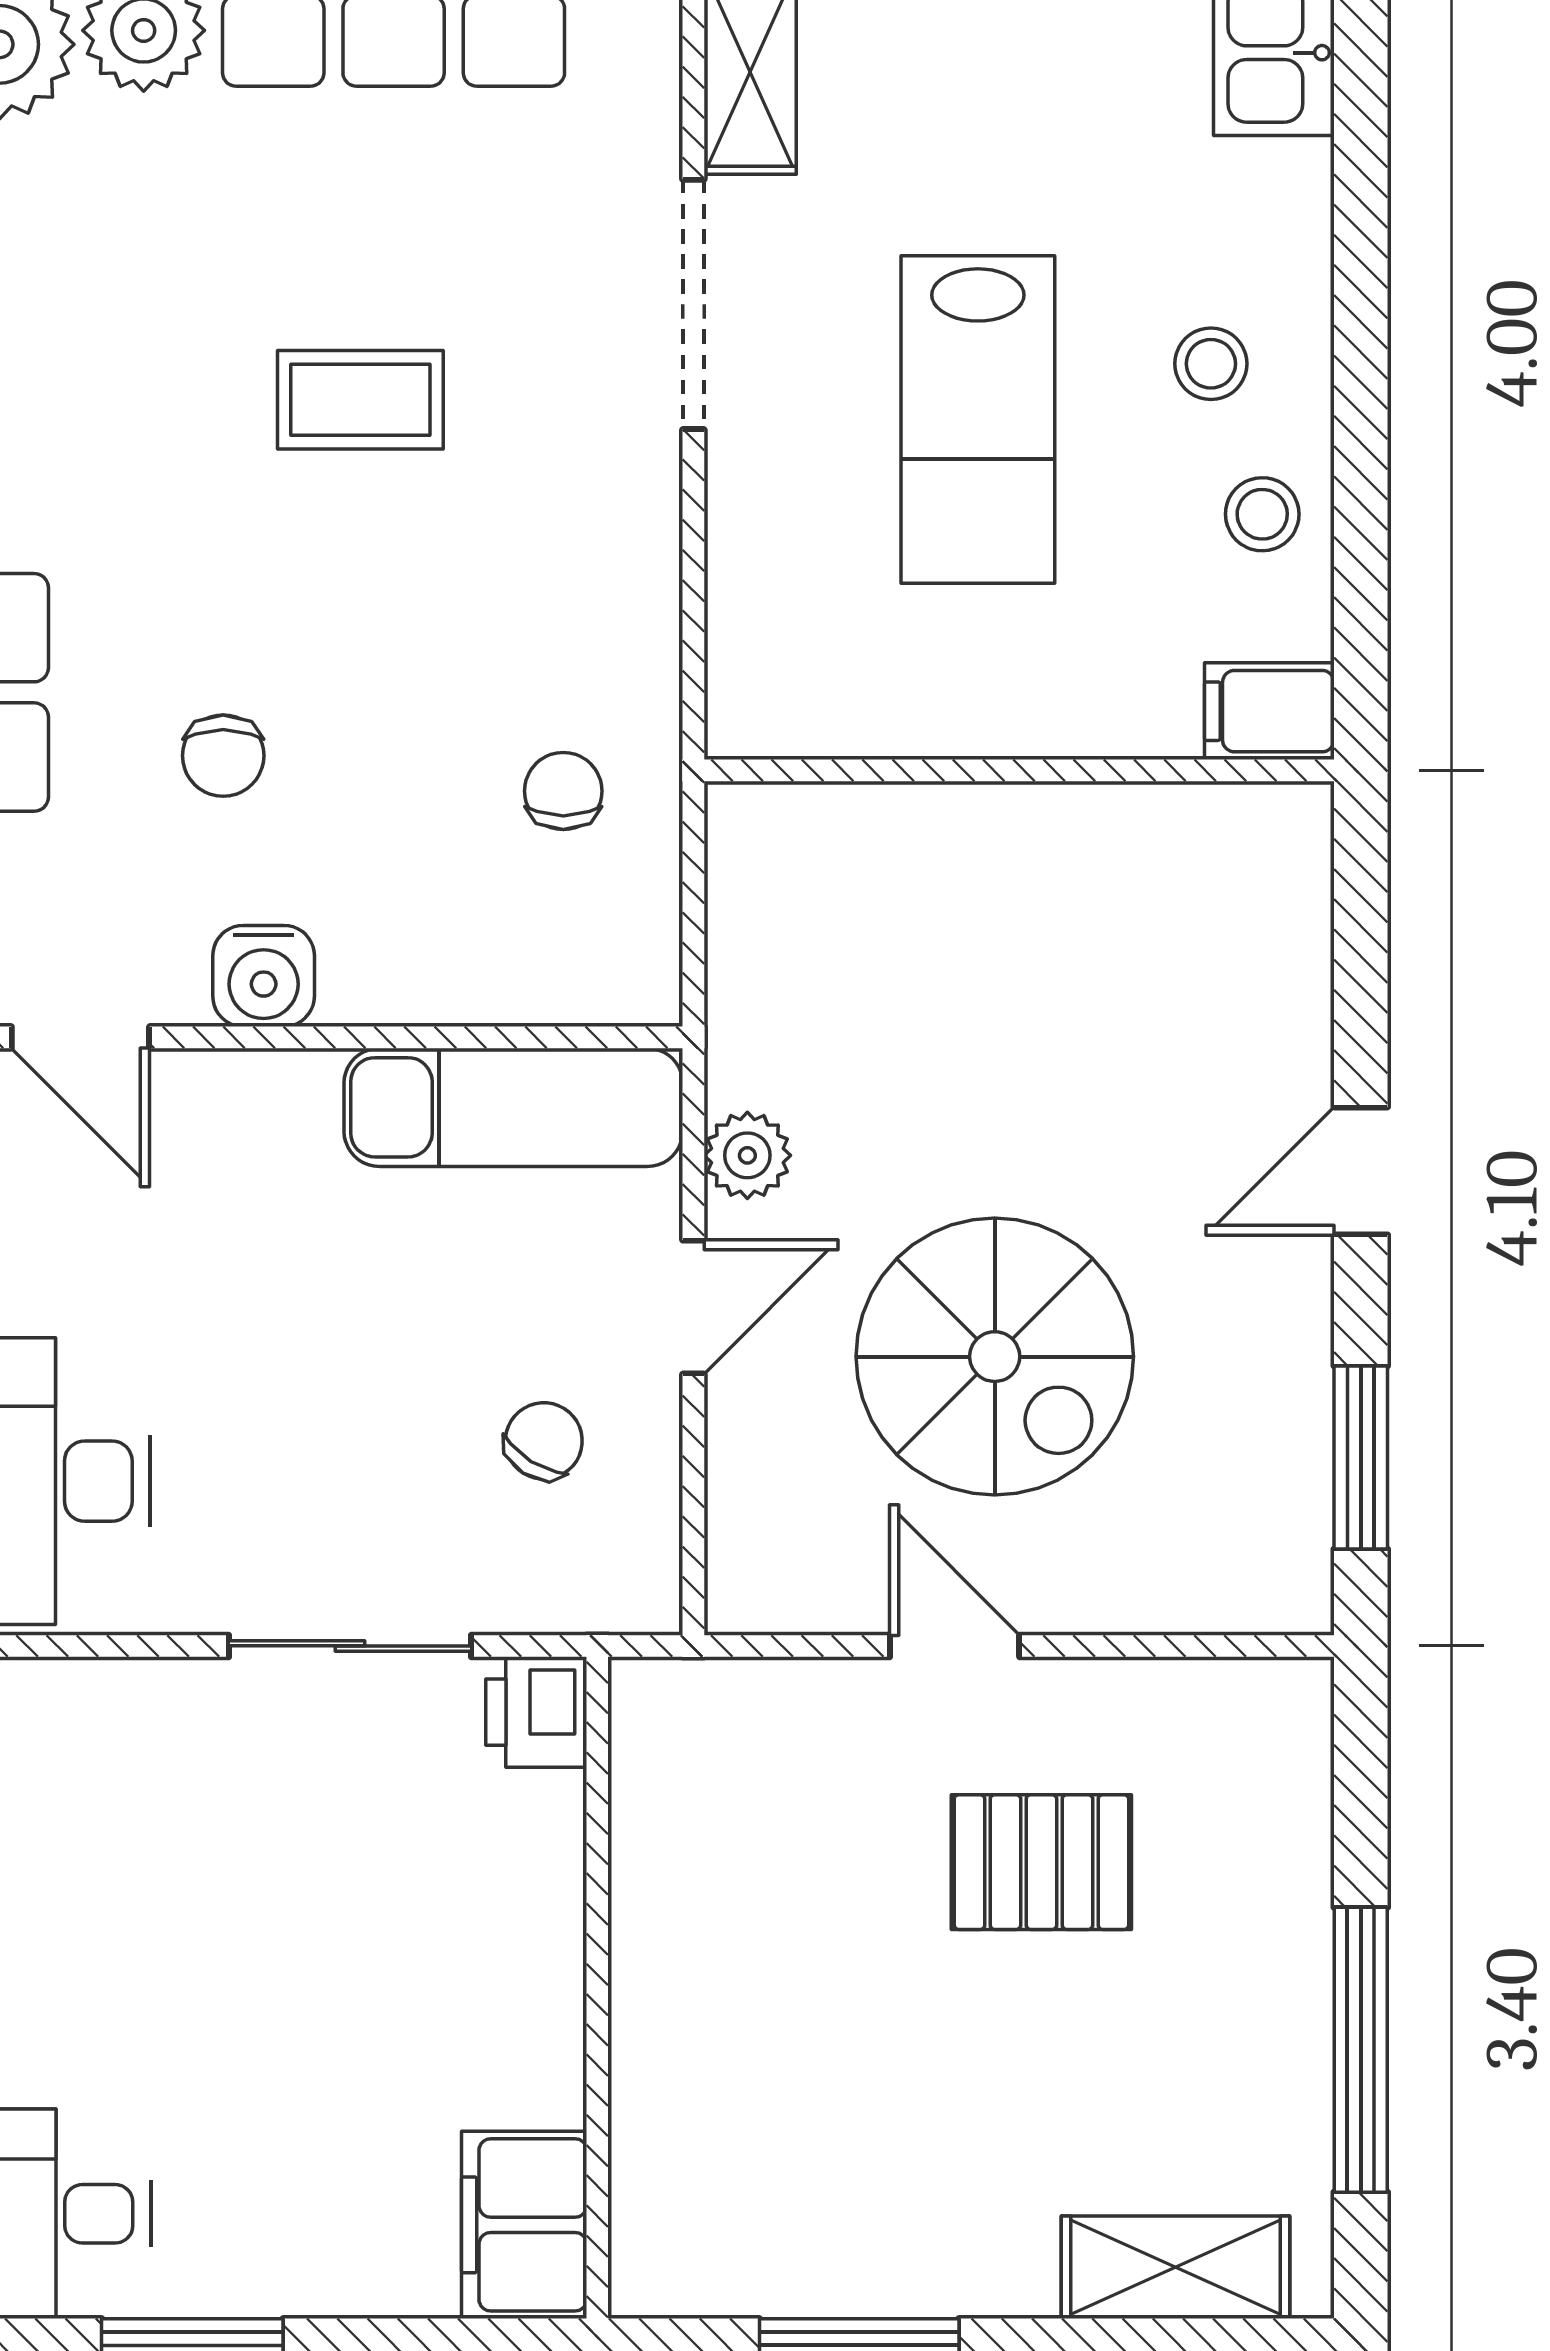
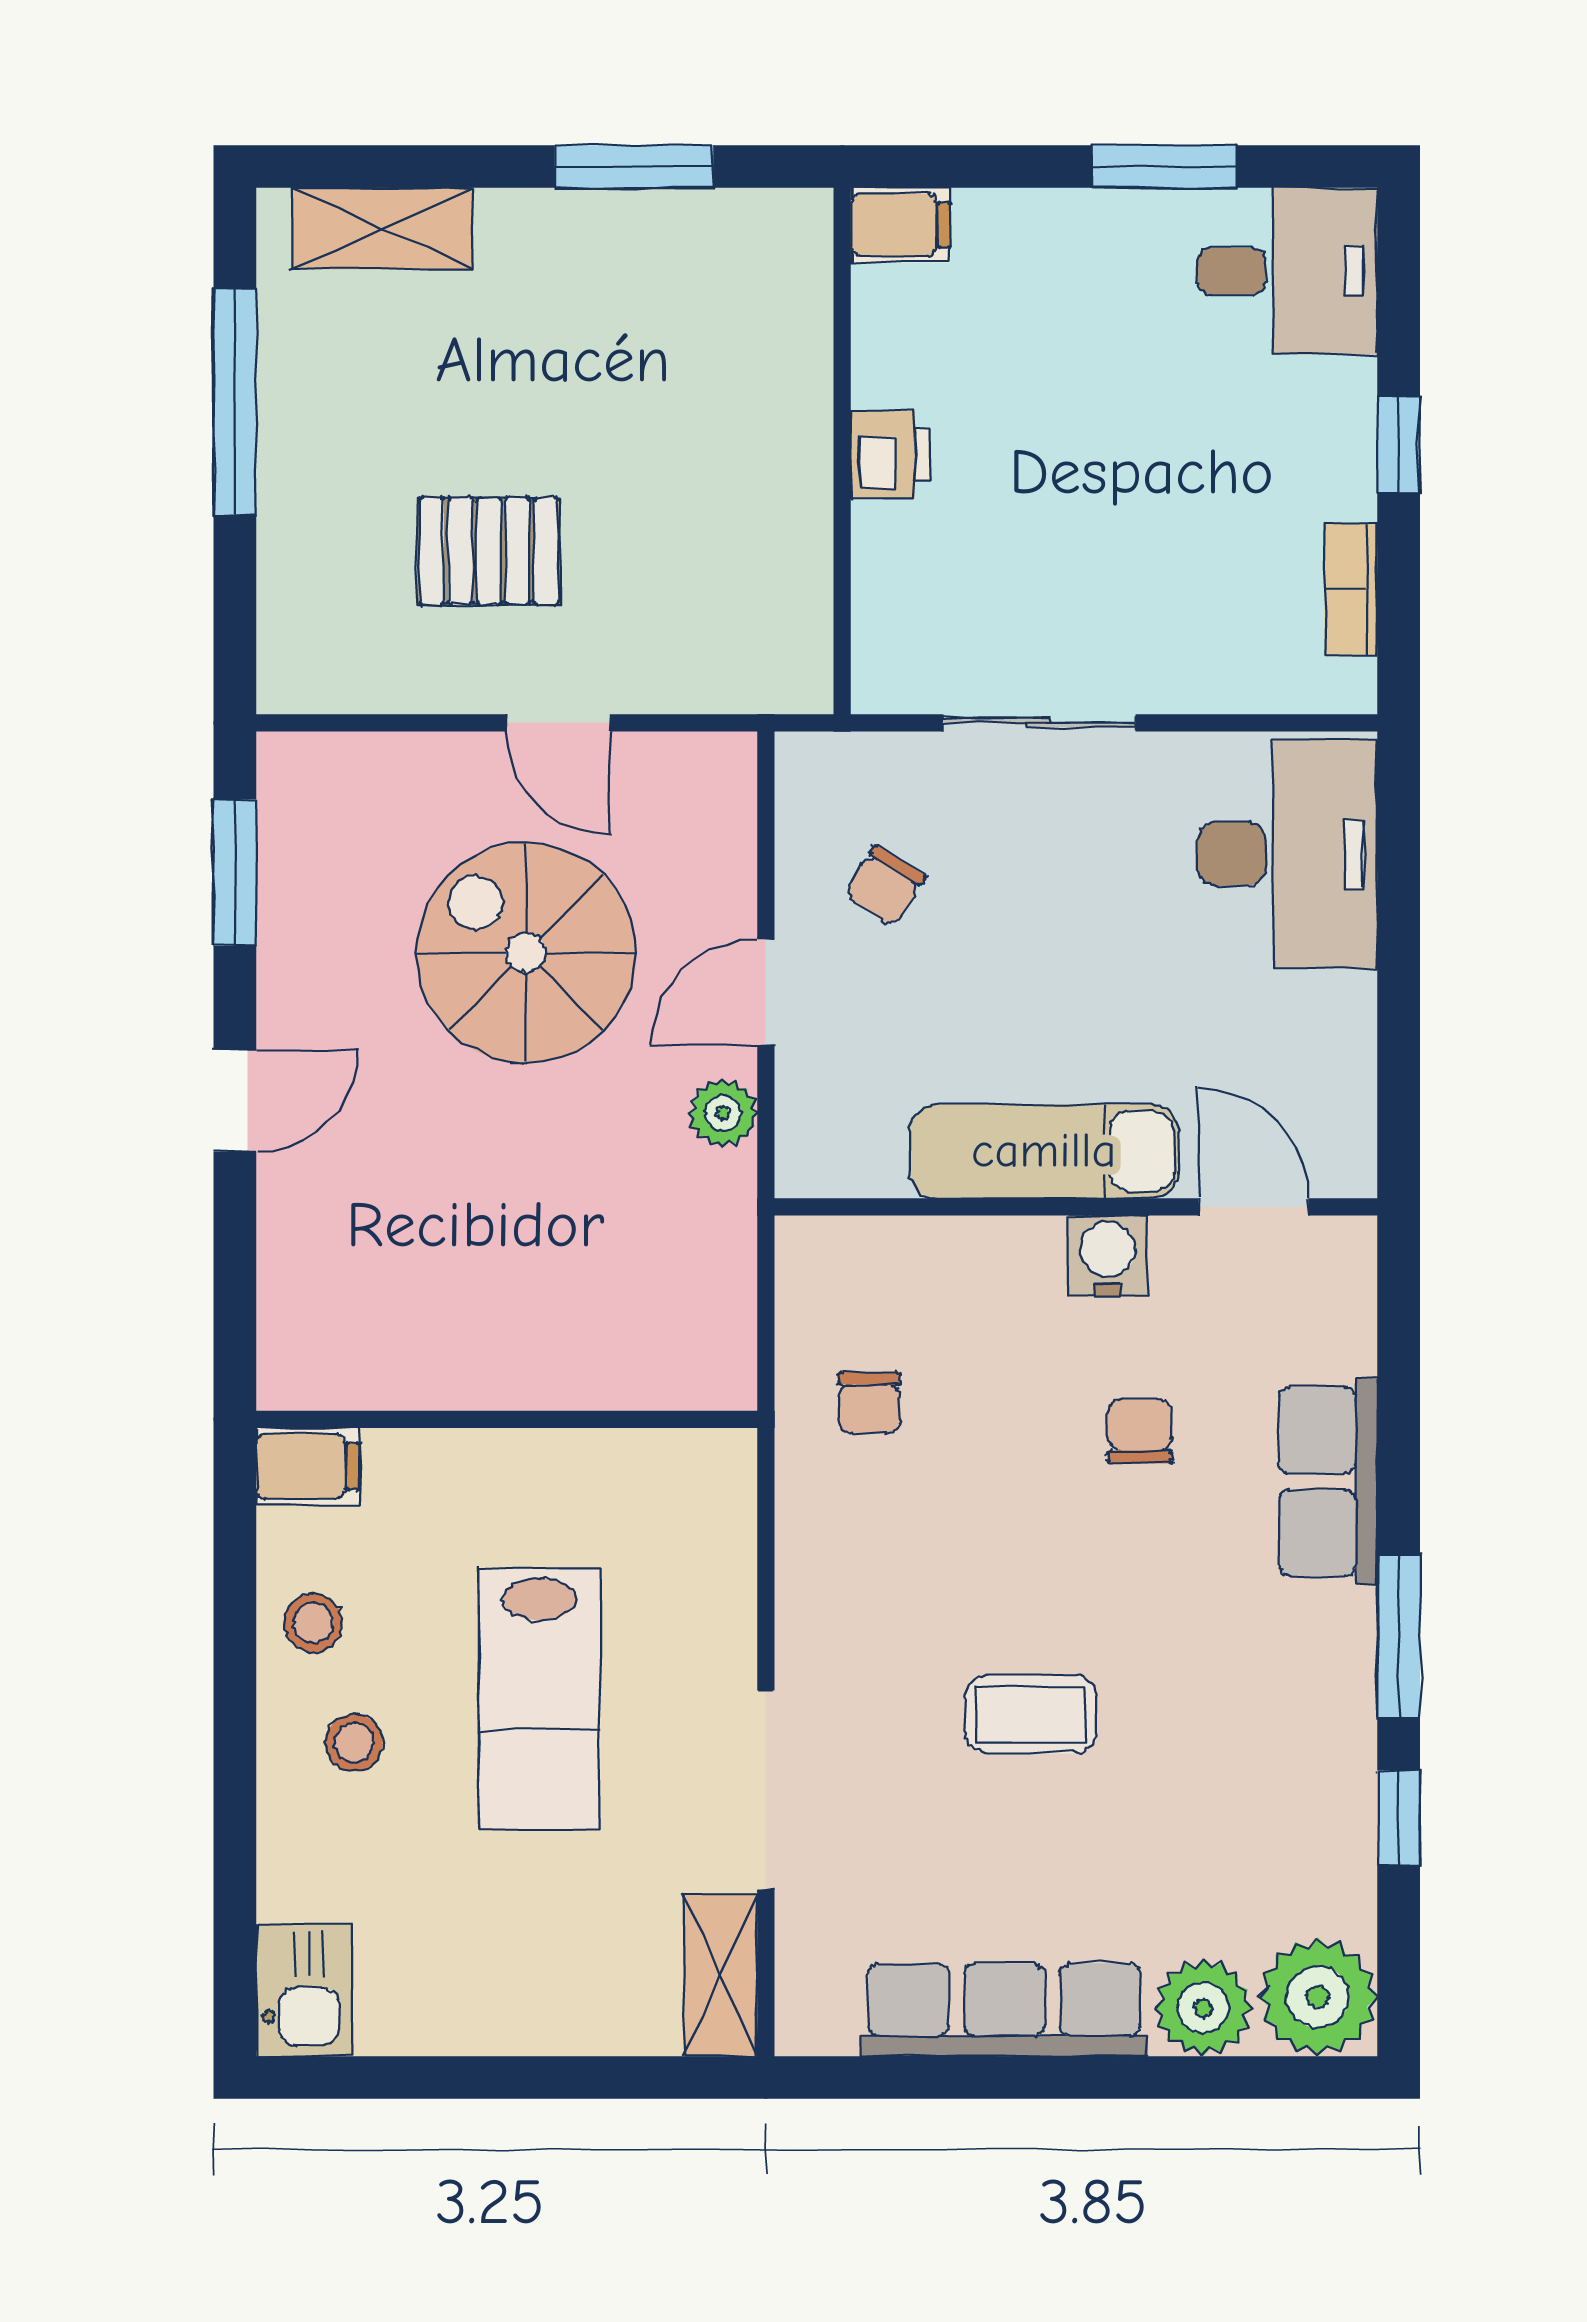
lab bench: (978, 420) -> (539, 1698), turned 180
exam couch: (513, 1107) -> (1044, 1151), moved
printer: (536, 1712) -> (891, 455), moved
filing cabinet: (524, 2225) -> (900, 225), width x0.50

